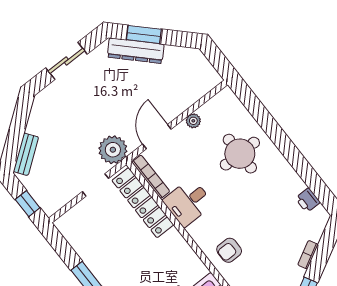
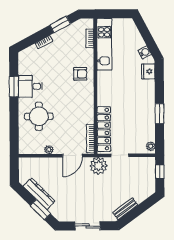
dresser: (136, 51) -> (39, 194), moved
bench: (26, 154) -> (125, 209), moved
window: (302, 167) -> (14, 86), added
printer: (308, 200) -> (24, 68), removed
desk: (188, 202) -> (30, 86), moved, turned 180
plant: (65, 228) -> (151, 146), added

